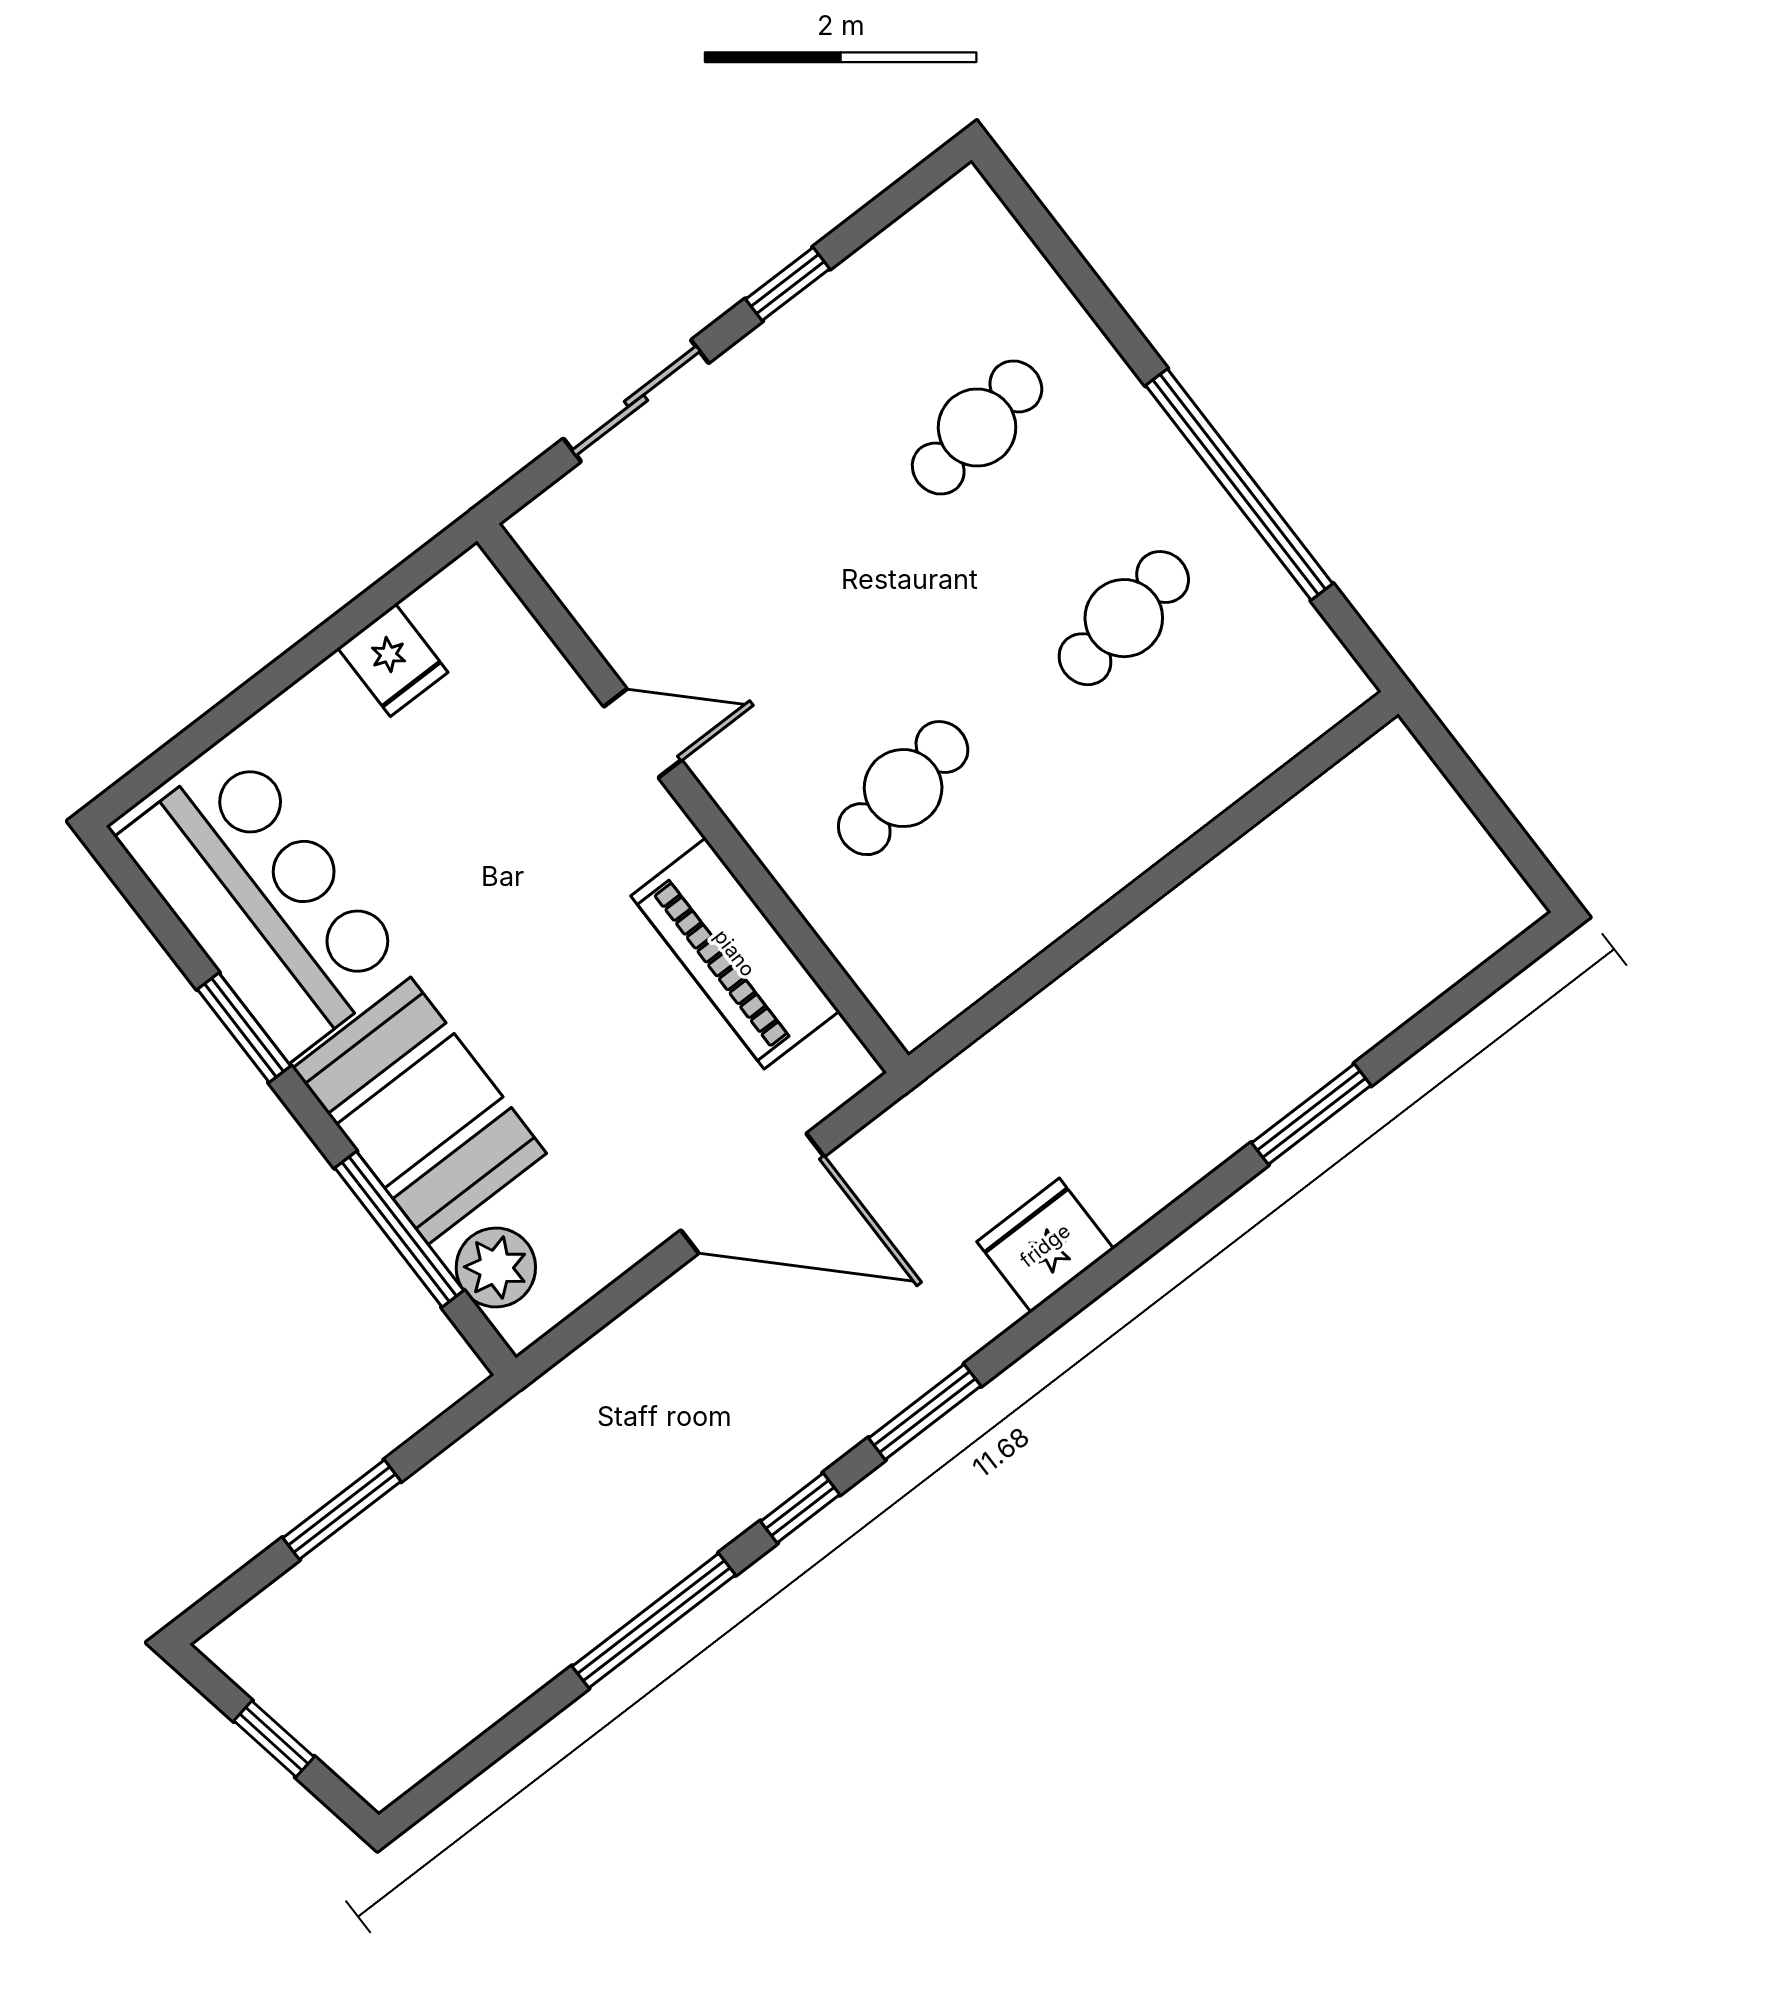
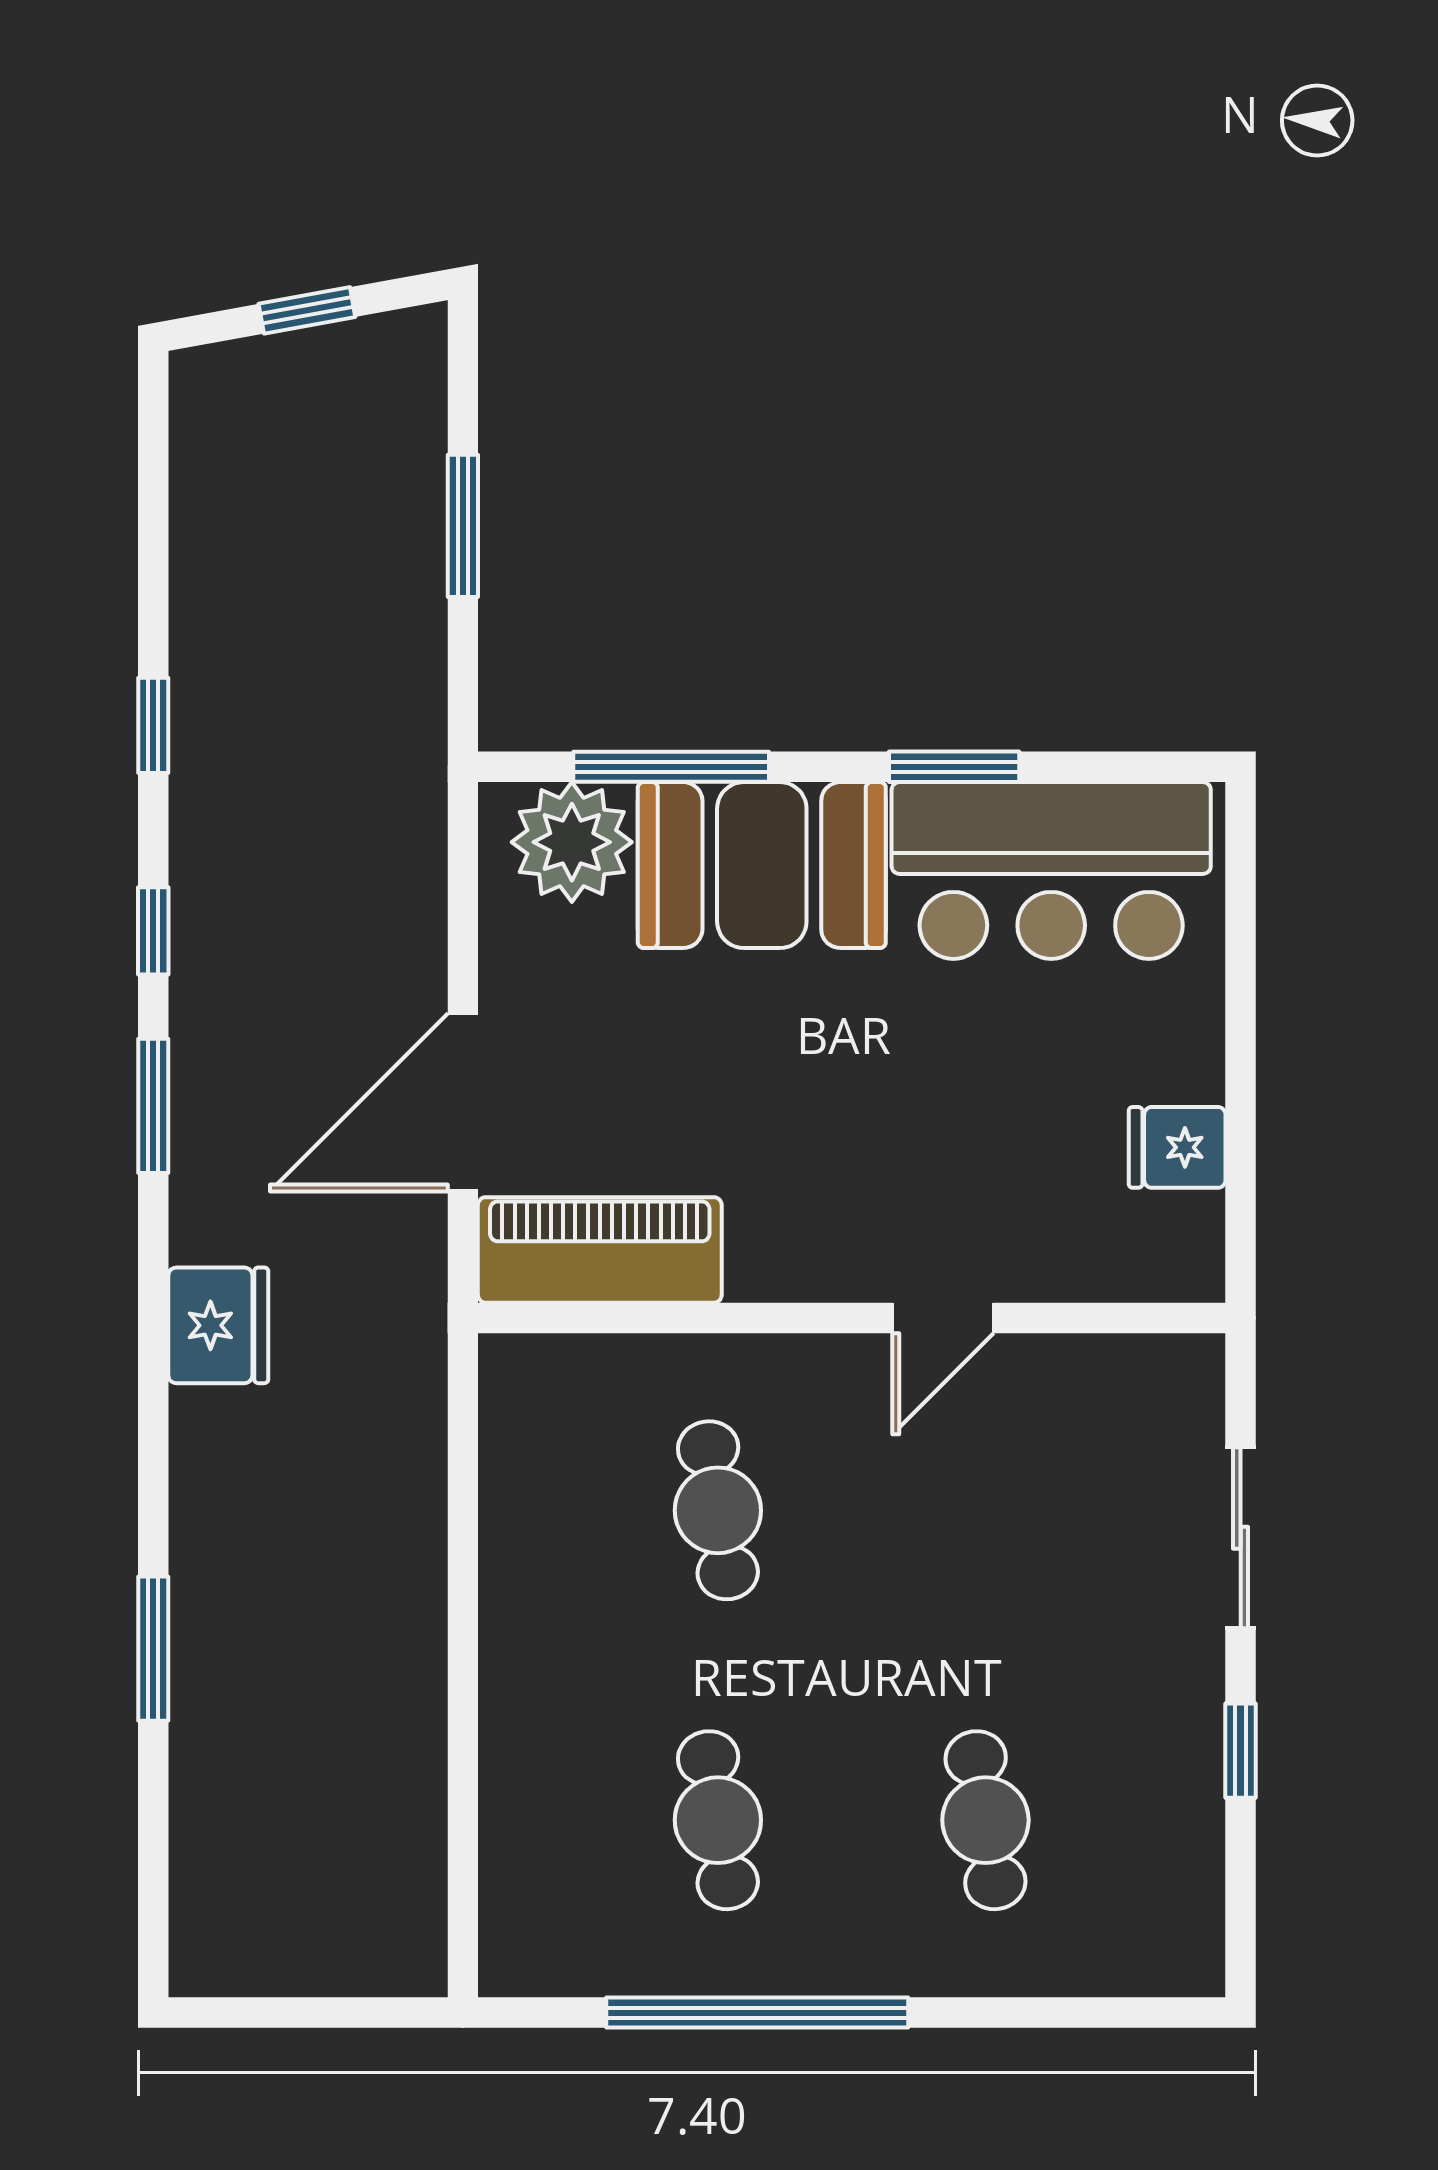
piano: (735, 953) -> (600, 1250), moved
plant: (496, 1267) -> (572, 842), width x1.36, depth x1.36
window: (654, 1621) -> (153, 725), width x0.46

